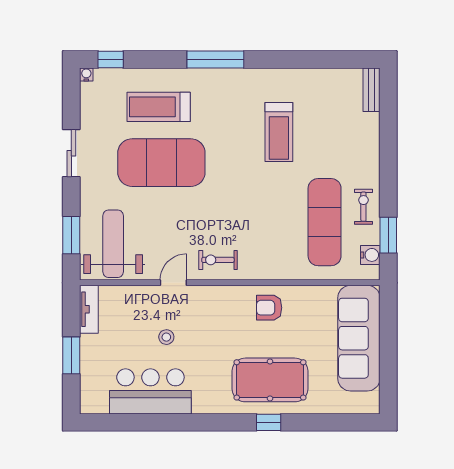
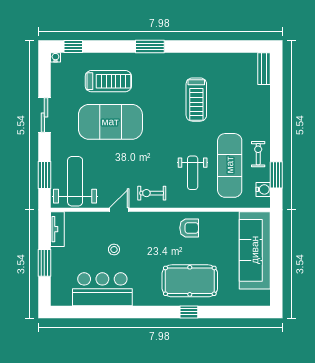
window: (215, 59) -> (150, 46), width x0.69
treadmill: (159, 107) -> (108, 81), turned 180
weight bench: (274, 232) -> (193, 173), added
armchair: (269, 308) -> (189, 228), turned 180

